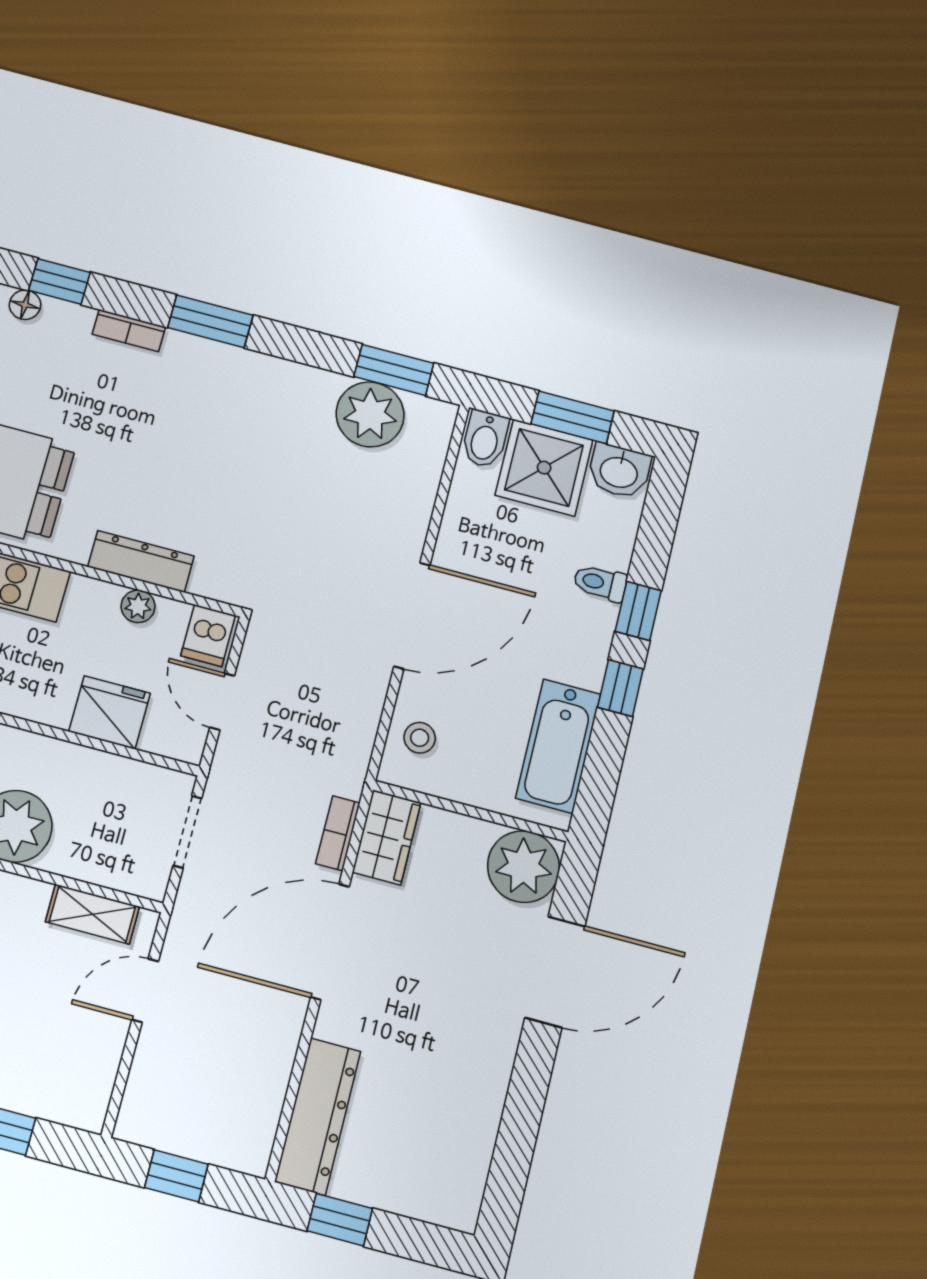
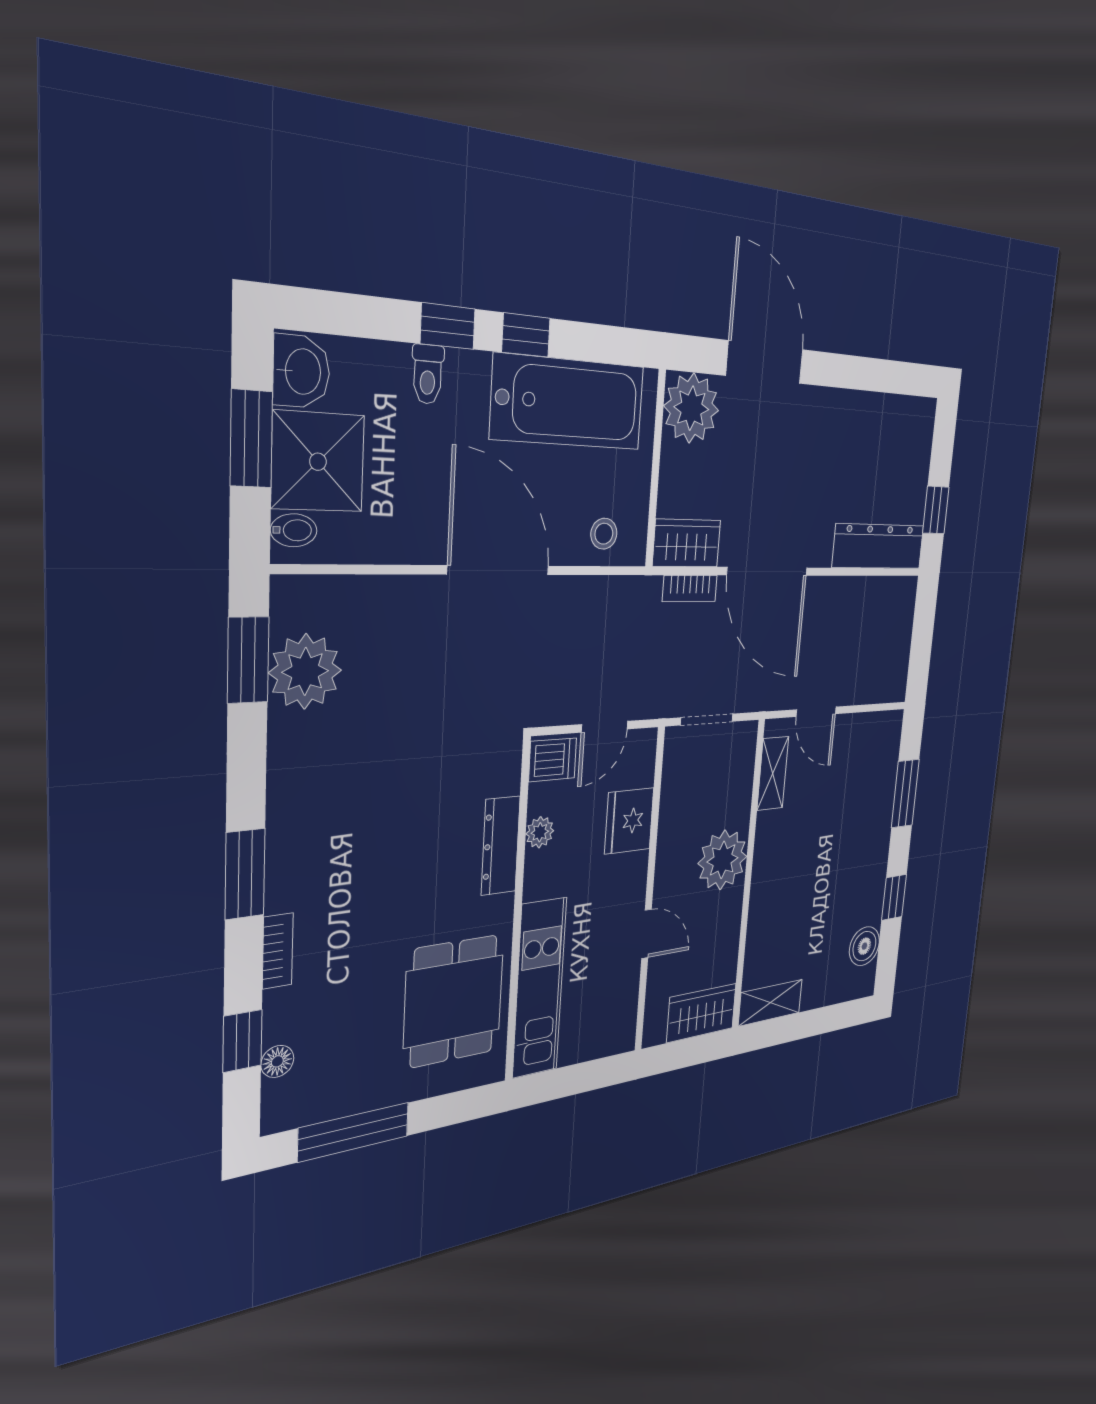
bidet: (485, 439) -> (294, 530), width x0.72, depth x0.74
bathtub: (558, 746) -> (568, 402), width x1.36, depth x1.36
window: (176, 1176) -> (921, 644), removed

